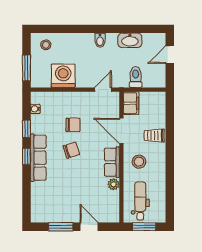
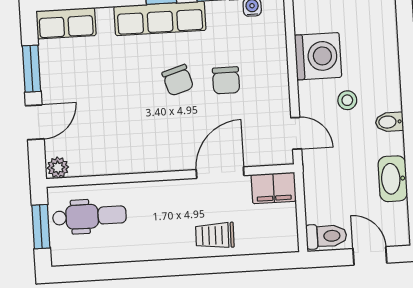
stool: (46, 45) -> (347, 100), moved
toilet: (136, 77) -> (326, 236), moved
trolley: (154, 136) -> (215, 235), turned -89
row of seats: (112, 162) -> (66, 23), moved, turned 180
stool: (139, 162) -> (164, 210), removed
plant: (114, 184) -> (58, 168), moved

